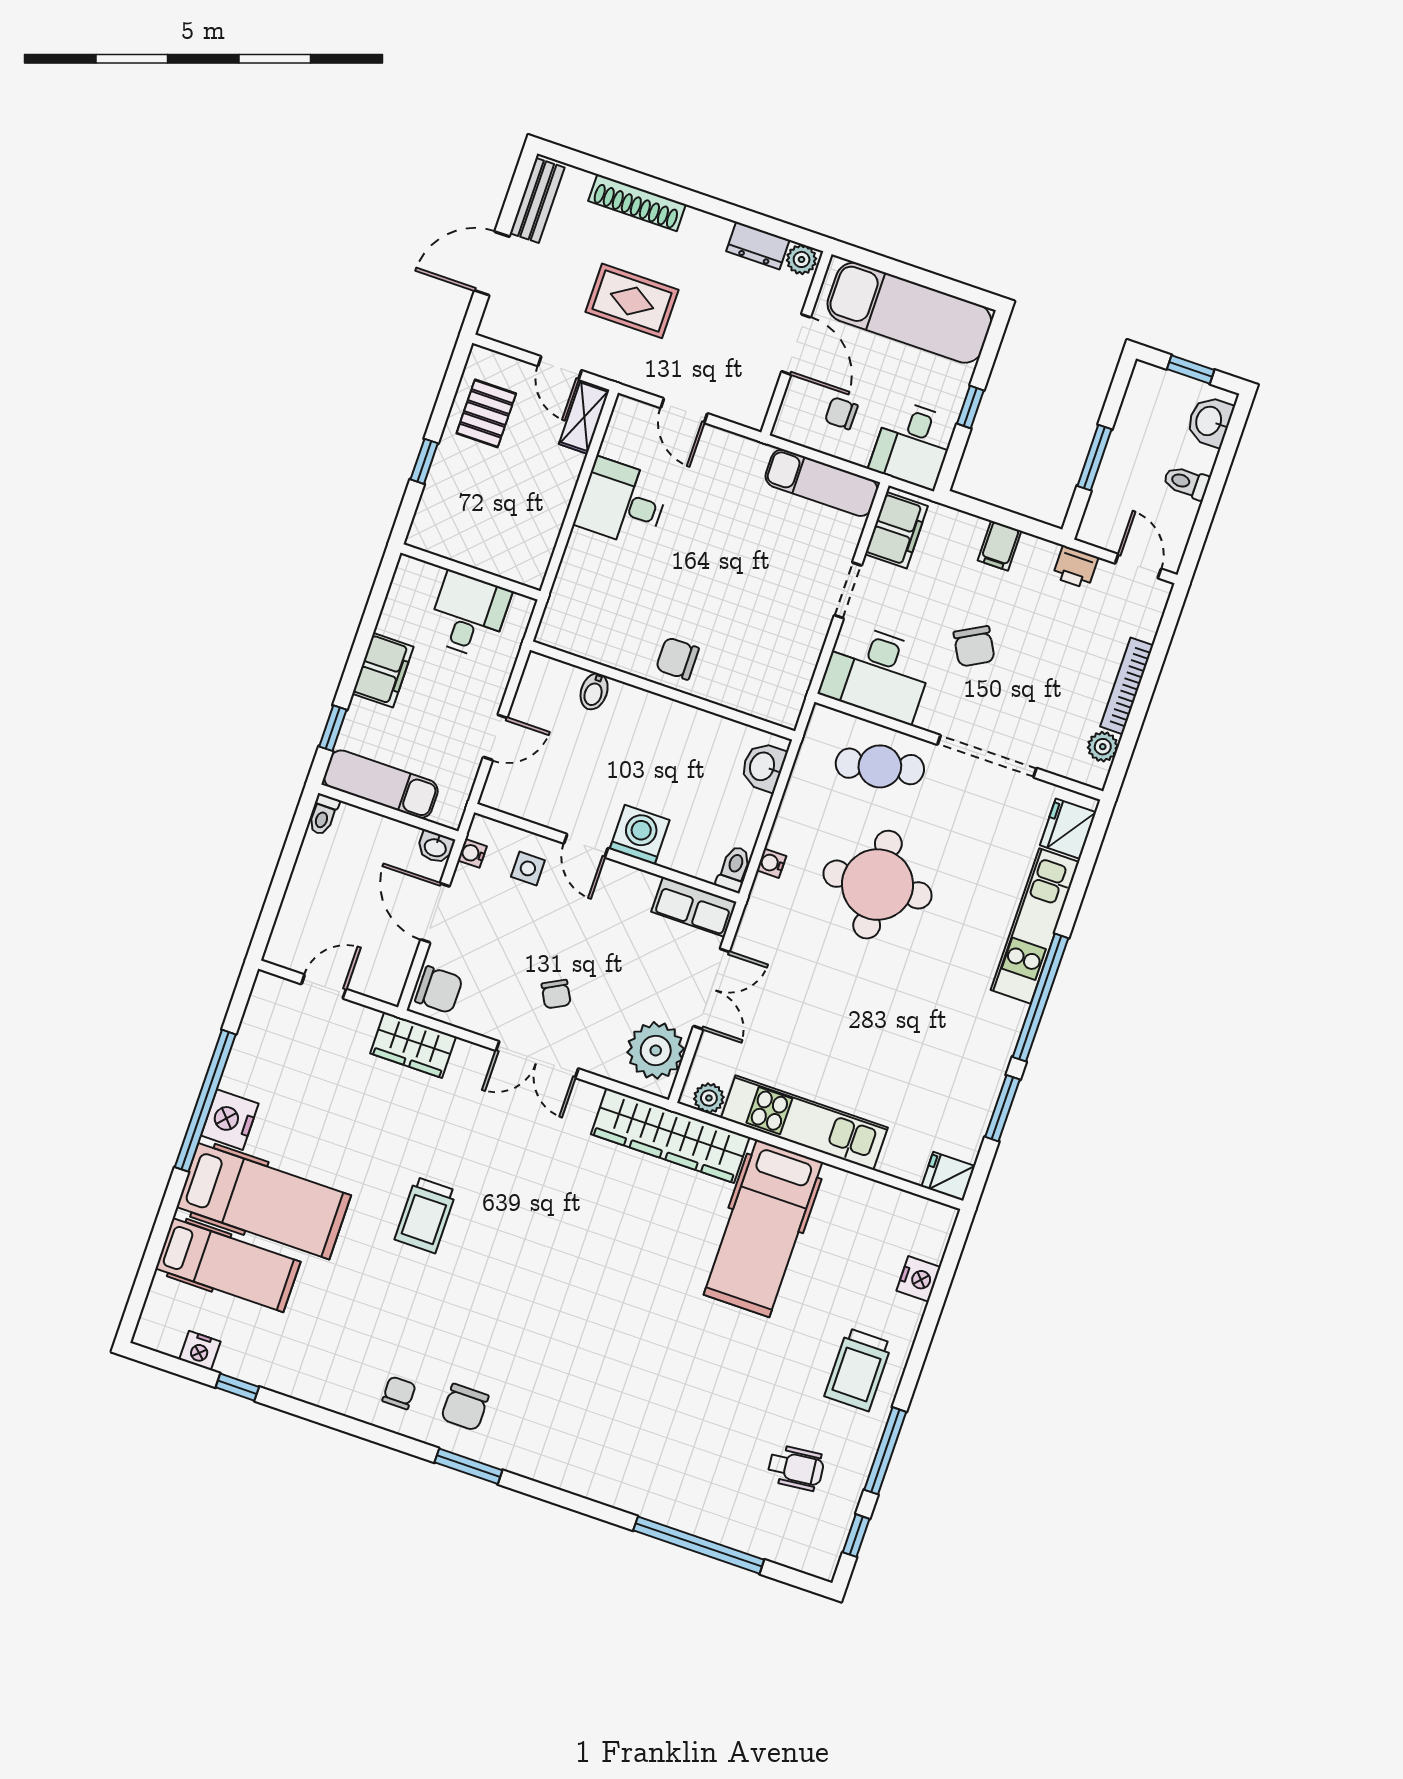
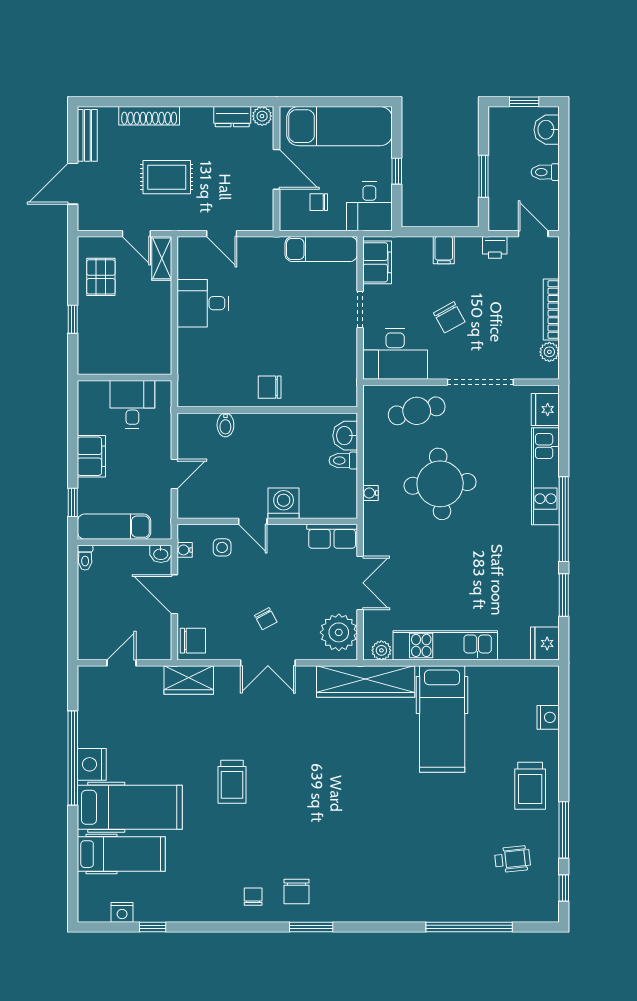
toilet: (734, 869) -> (343, 461), moved, turned -90
fridge: (948, 1176) -> (545, 643), width x1.38

